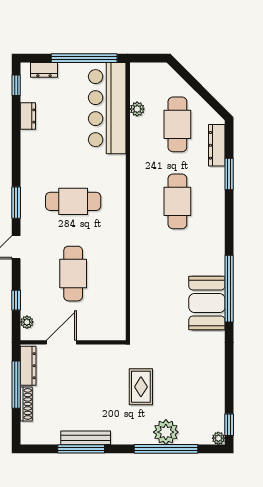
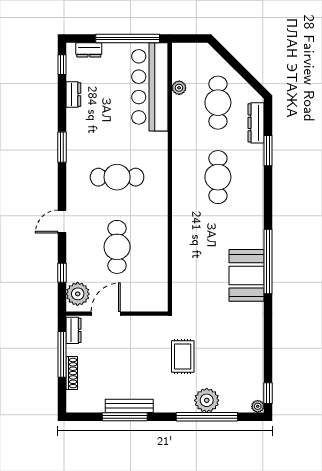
window: (16, 203) -> (62, 147), moved
plant: (27, 322) -> (78, 294), width x1.88, depth x1.88
dresser: (28, 366) -> (74, 330), width x0.70

